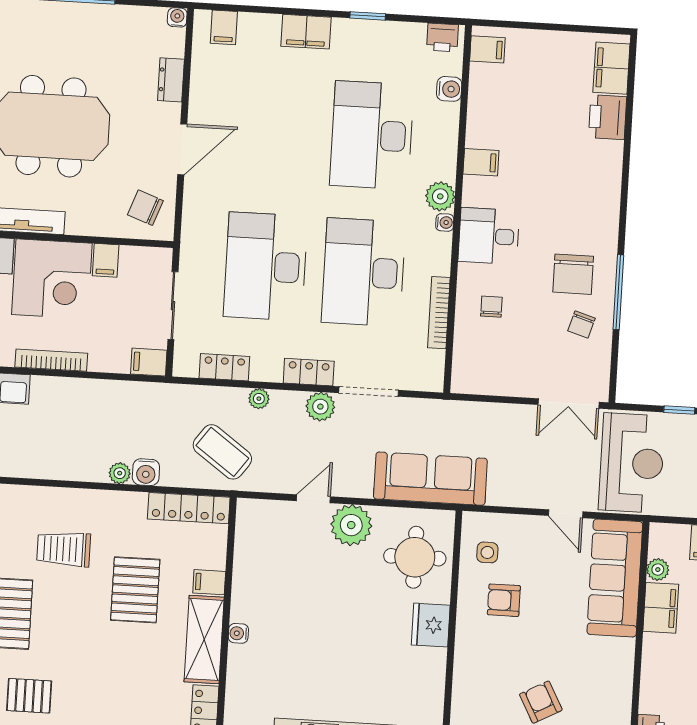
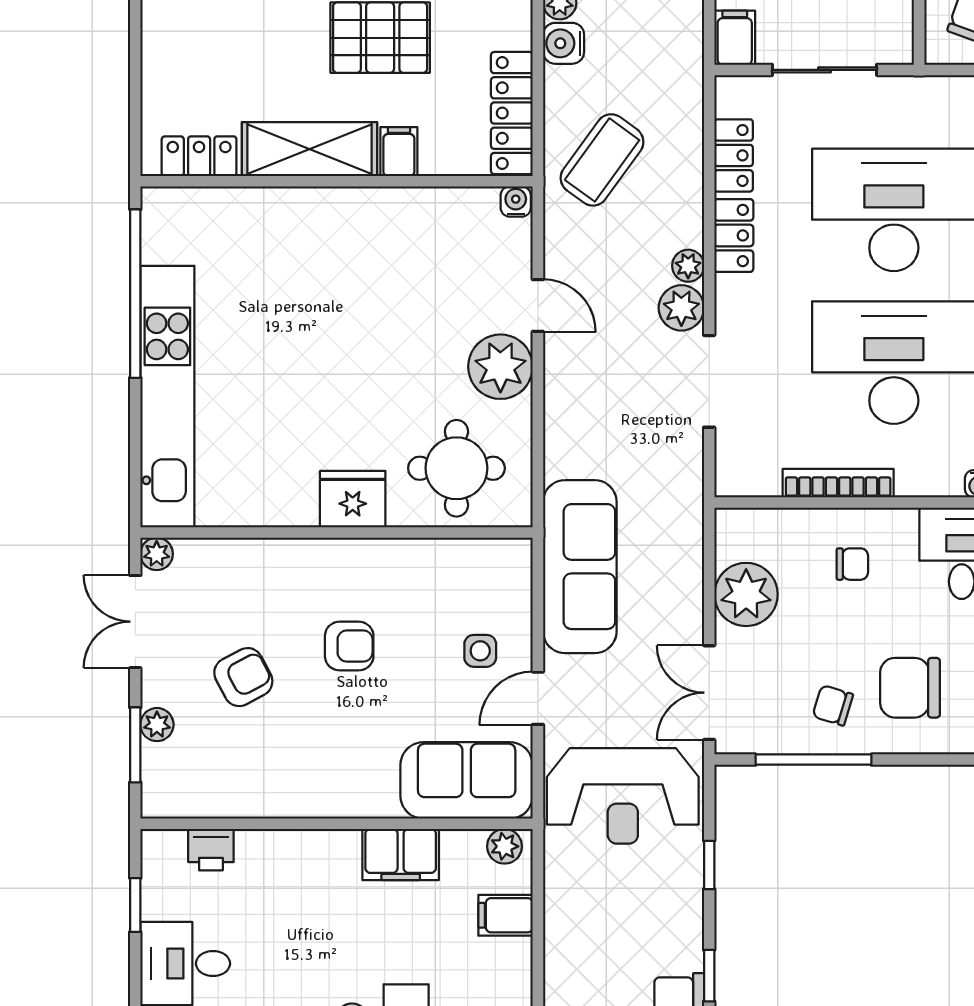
window: (618, 292) -> (814, 760), moved
locker: (309, 372) -> (734, 235), moved
plant: (507, 376) -> (746, 594), added
plant: (259, 399) -> (688, 266), moved
sofa: (430, 479) -> (580, 567), moved
side table: (487, 552) -> (480, 651), moved
plant: (658, 570) -> (504, 846), moved
sofa: (615, 578) -> (467, 780), width x0.73
armchair: (504, 600) -> (349, 646), moved, turned 90
water cooler: (238, 633) -> (516, 202), moved

